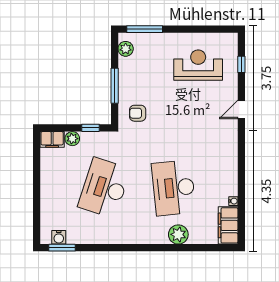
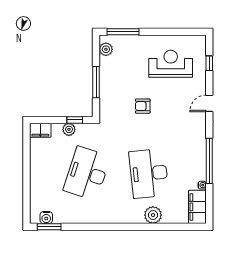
armchair: (138, 113) -> (143, 106), moved
plant: (72, 139) -> (69, 129), moved
window: (241, 174) -> (209, 161), added

